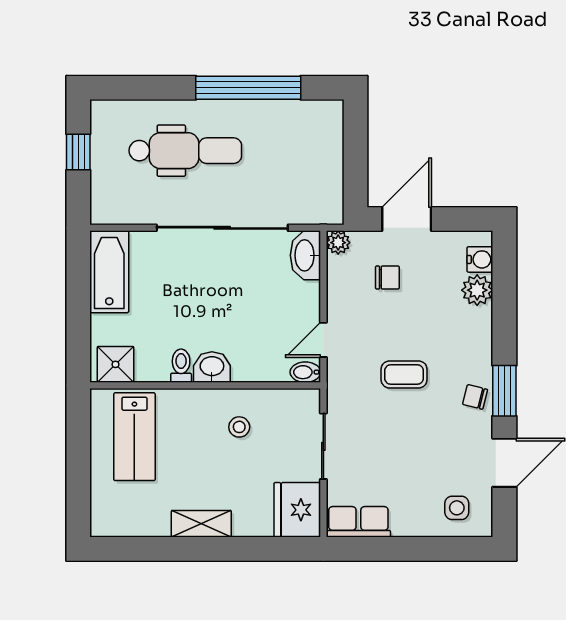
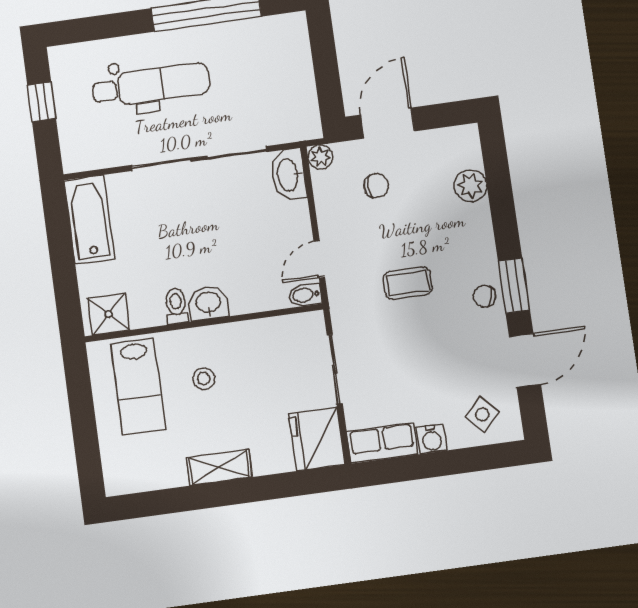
water cooler: (480, 259) -> (432, 439), moved, turned 90
stool: (239, 427) -> (204, 379), moved
side table: (457, 508) -> (482, 414), turned 45

